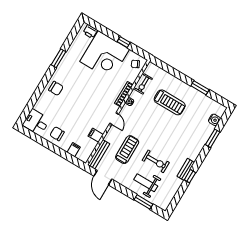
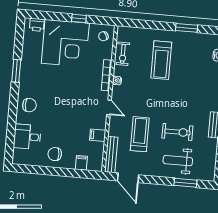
treadmill: (170, 102) -> (161, 60), turned 90
desk: (36, 122) -> (27, 137), moved

